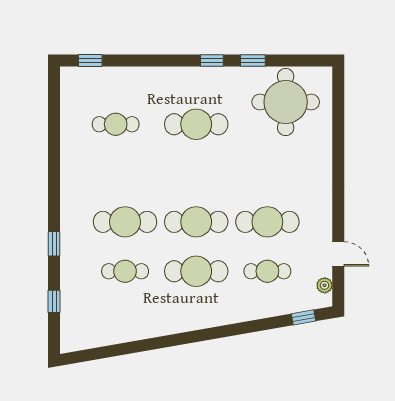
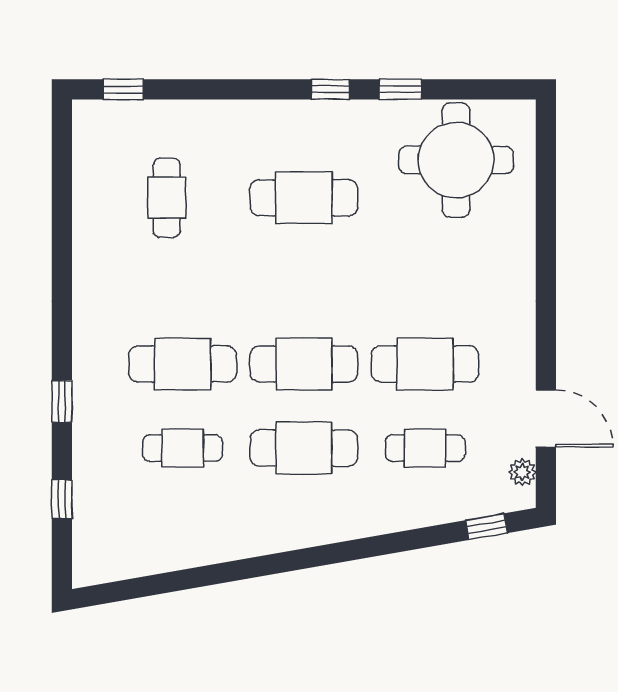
cafe table: (116, 124) -> (167, 198), turned 90
door: (338, 254) -> (546, 418), width x1.38

